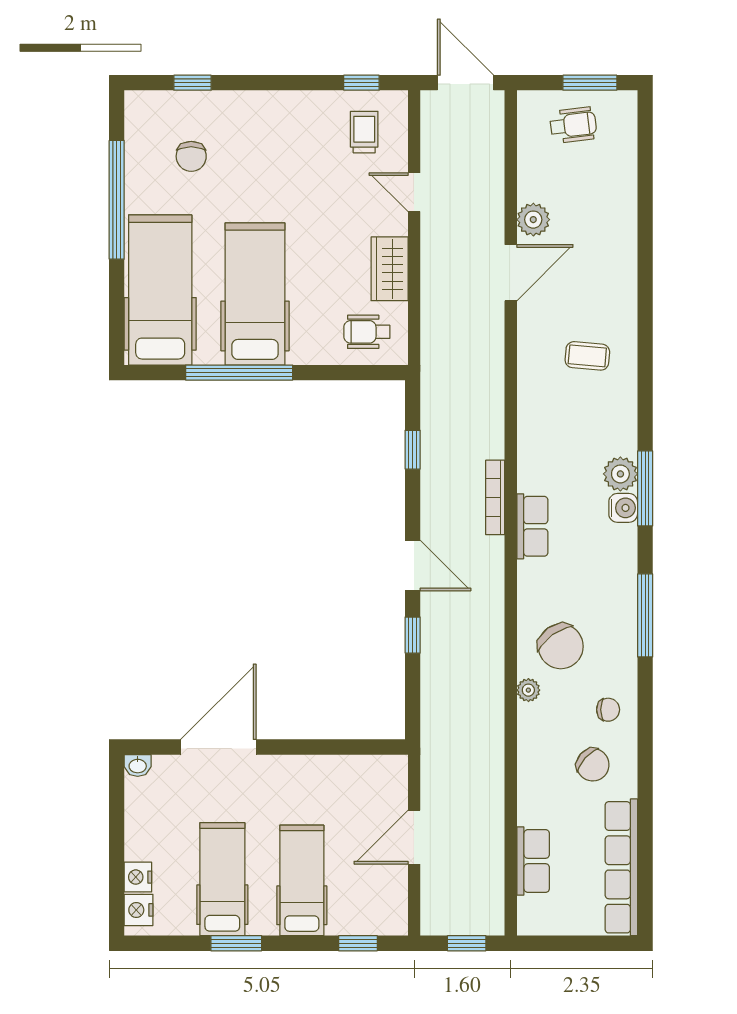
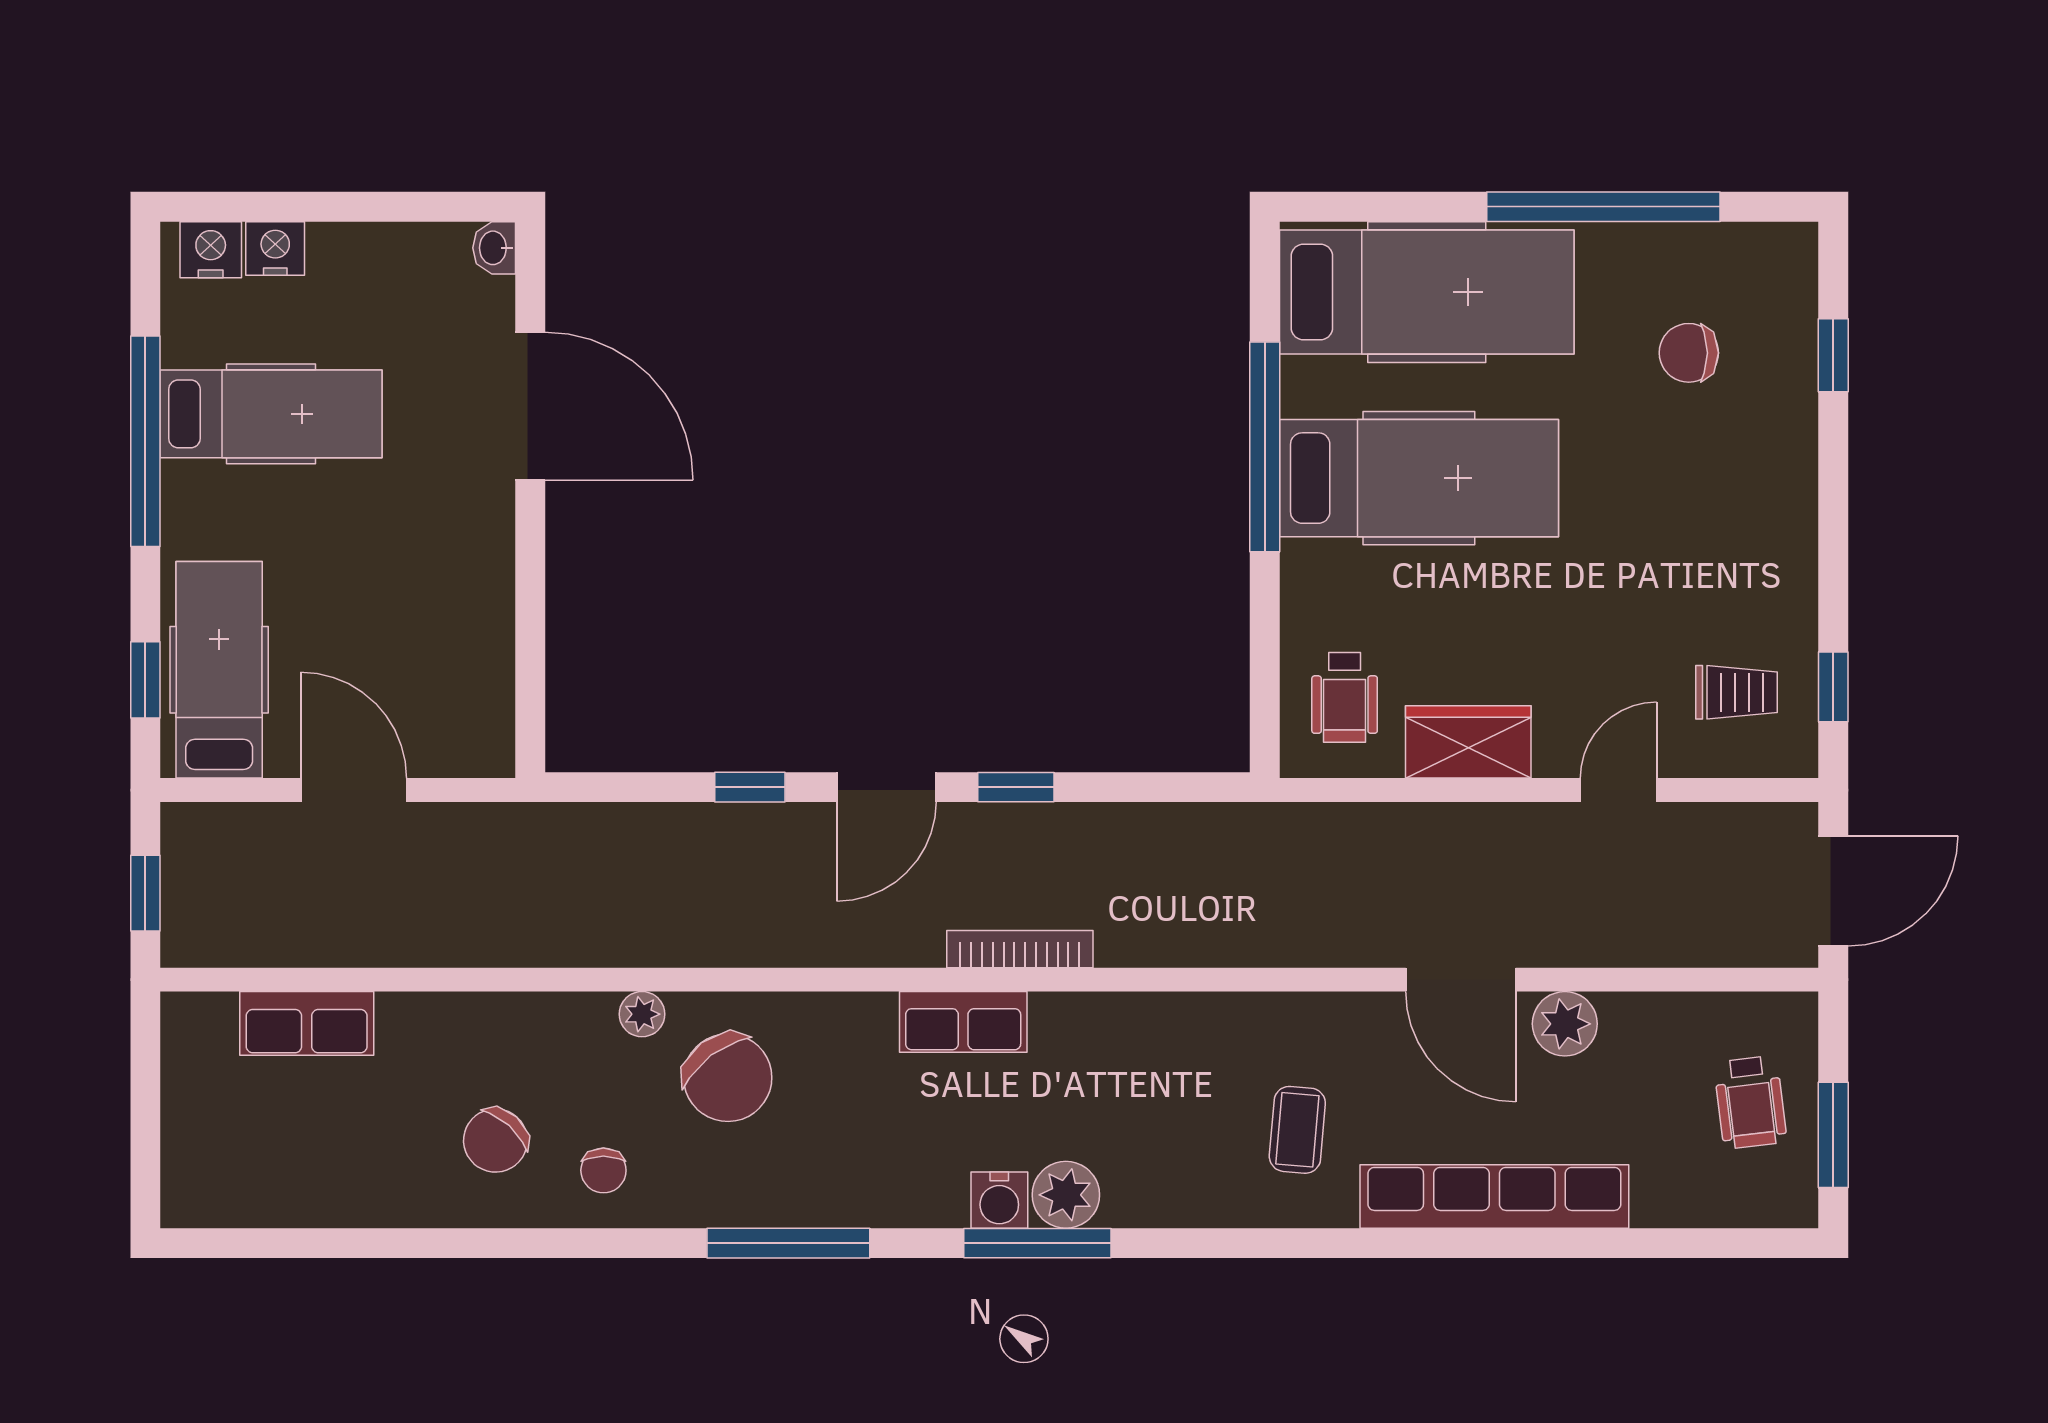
wheelchair: (367, 332) -> (1345, 697), turned 180
window: (413, 450) -> (1016, 787), moved
chair: (561, 646) -> (728, 1078), turned -91
row of seats: (621, 867) -> (1494, 1197), moved
hospital bed: (302, 880) -> (219, 670), moved, turned -90
window: (236, 943) -> (145, 441), width x2.11

